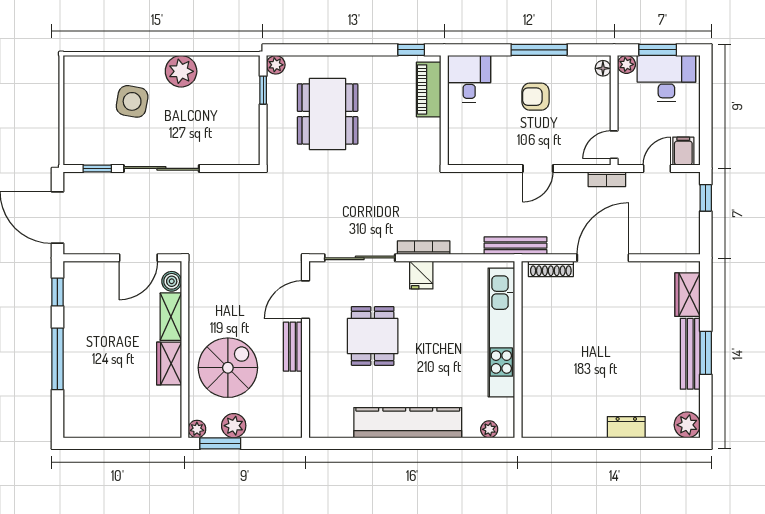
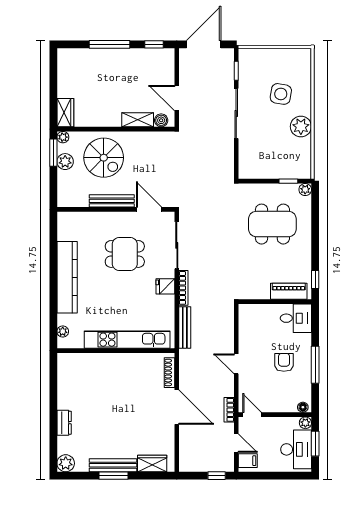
bench: (515, 246) -> (185, 328), moved
bench: (293, 347) -> (112, 201), width x1.36
wardrobe: (169, 364) -> (65, 113), moved, turned 90

